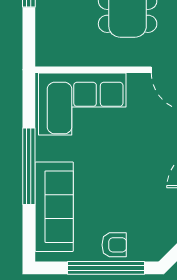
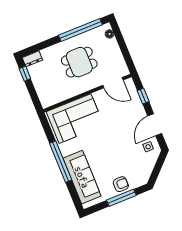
window: (106, 268) -> (121, 198), width x0.68

